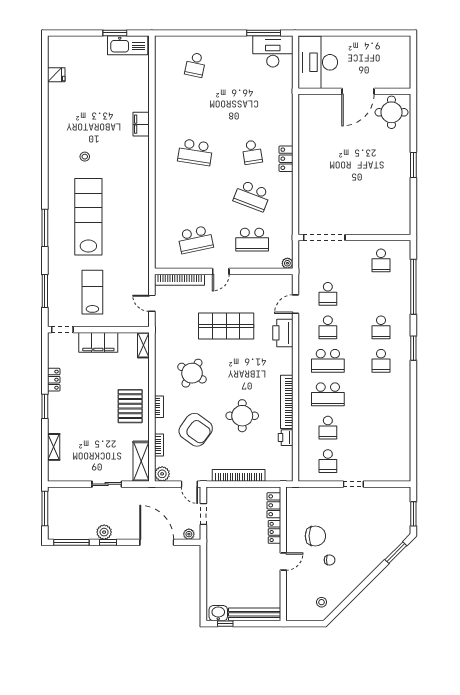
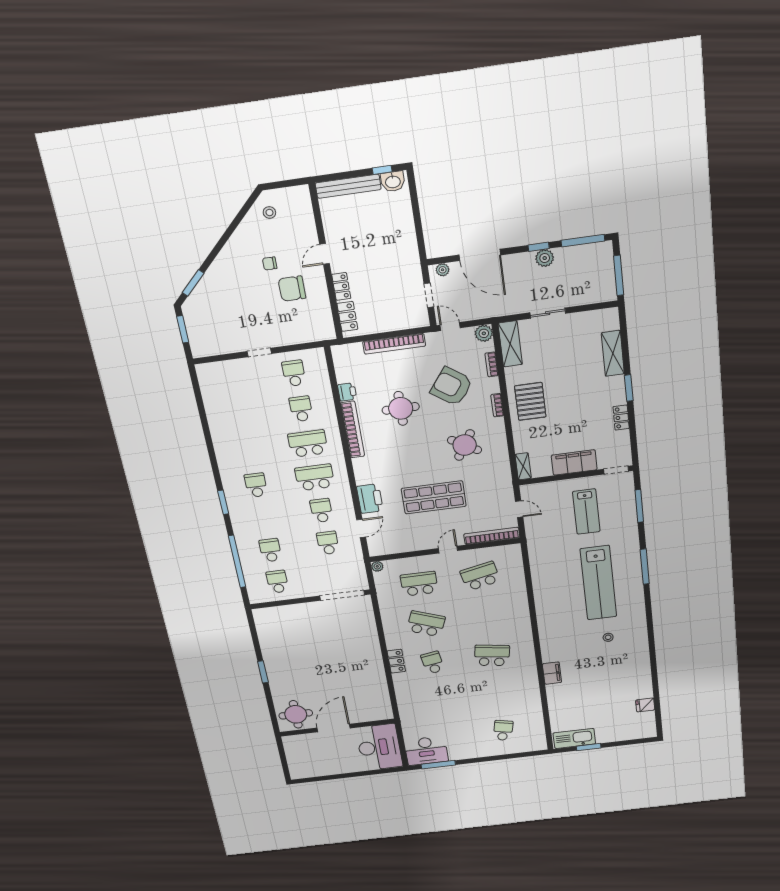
school desk: (381, 327) -> (270, 550), moved
shelving: (54, 447) -> (613, 353), width x1.50, depth x1.33

